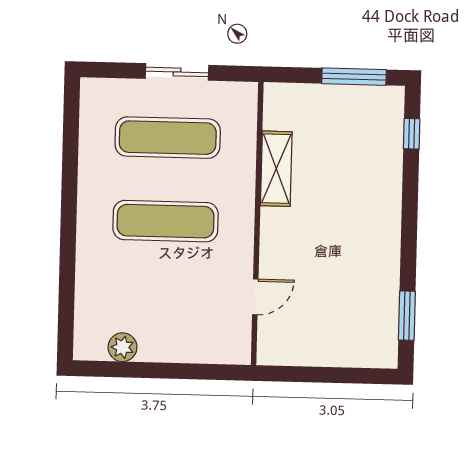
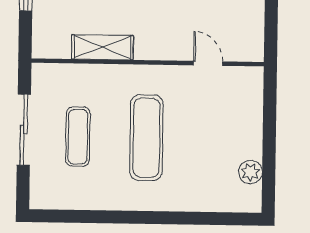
sliding door: (177, 72) -> (24, 130), width x1.37
exercise mat: (168, 138) -> (78, 137), width x0.73, depth x0.69

